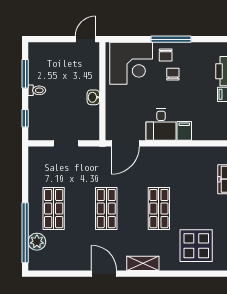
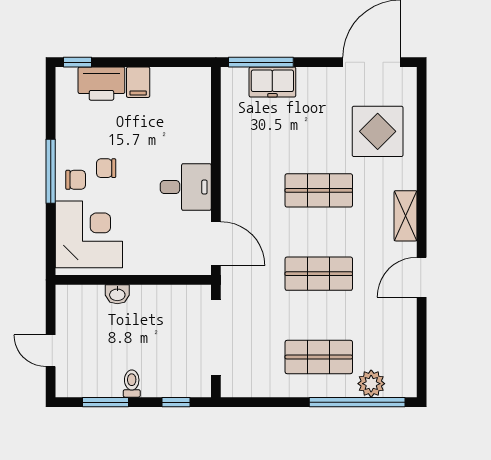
door: (85, 39) -> (51, 351), moved
washbasin: (93, 97) -> (117, 294), moved
filing cabinet: (184, 131) -> (196, 150), removed
doorway: (66, 143) -> (216, 337), width x1.87

